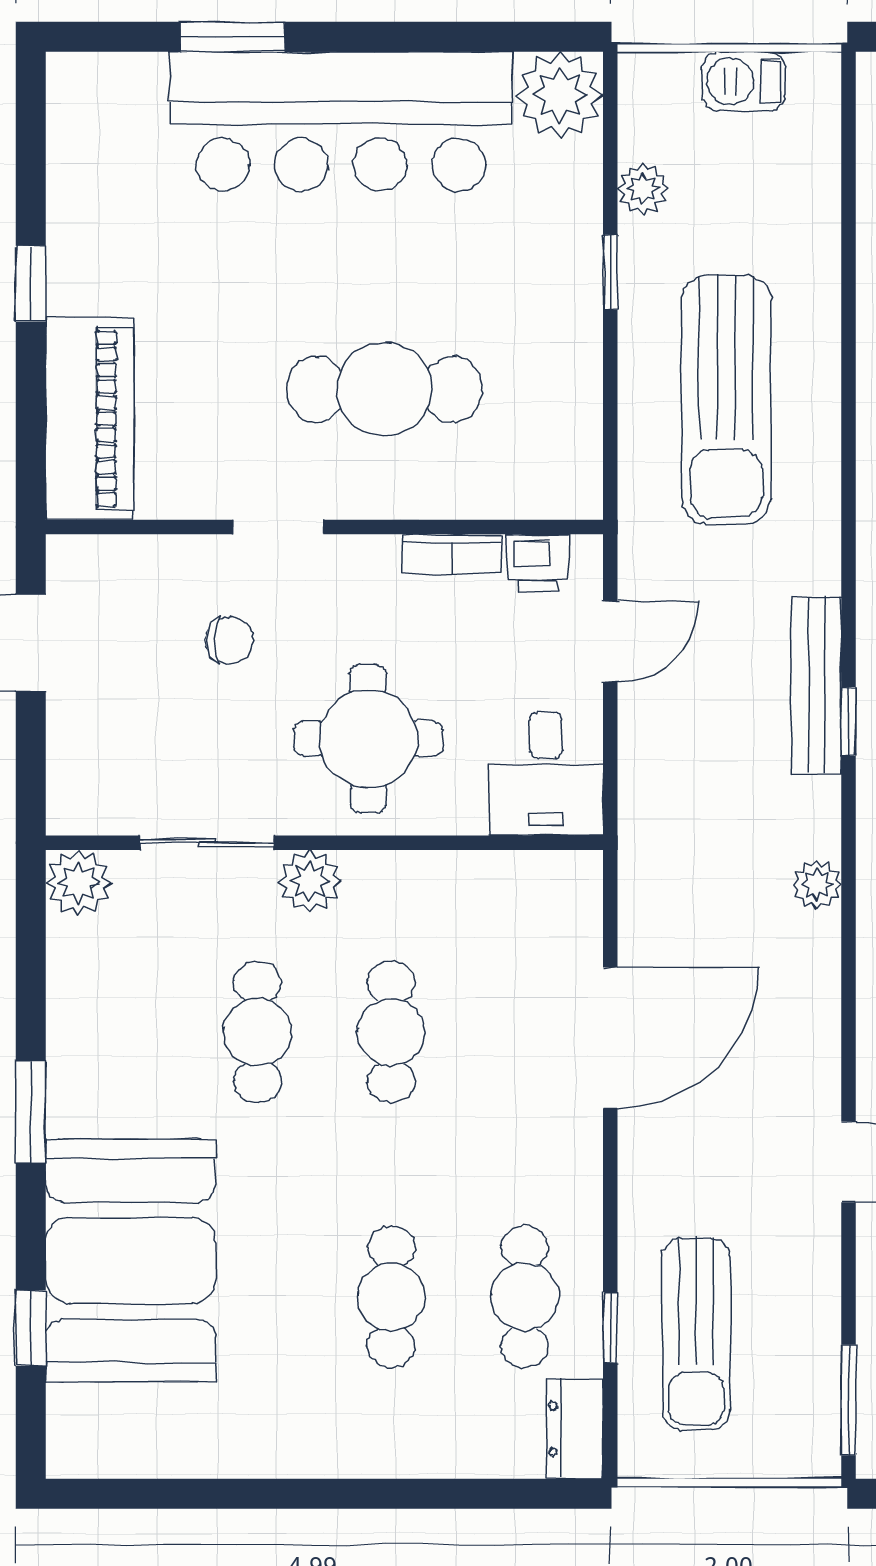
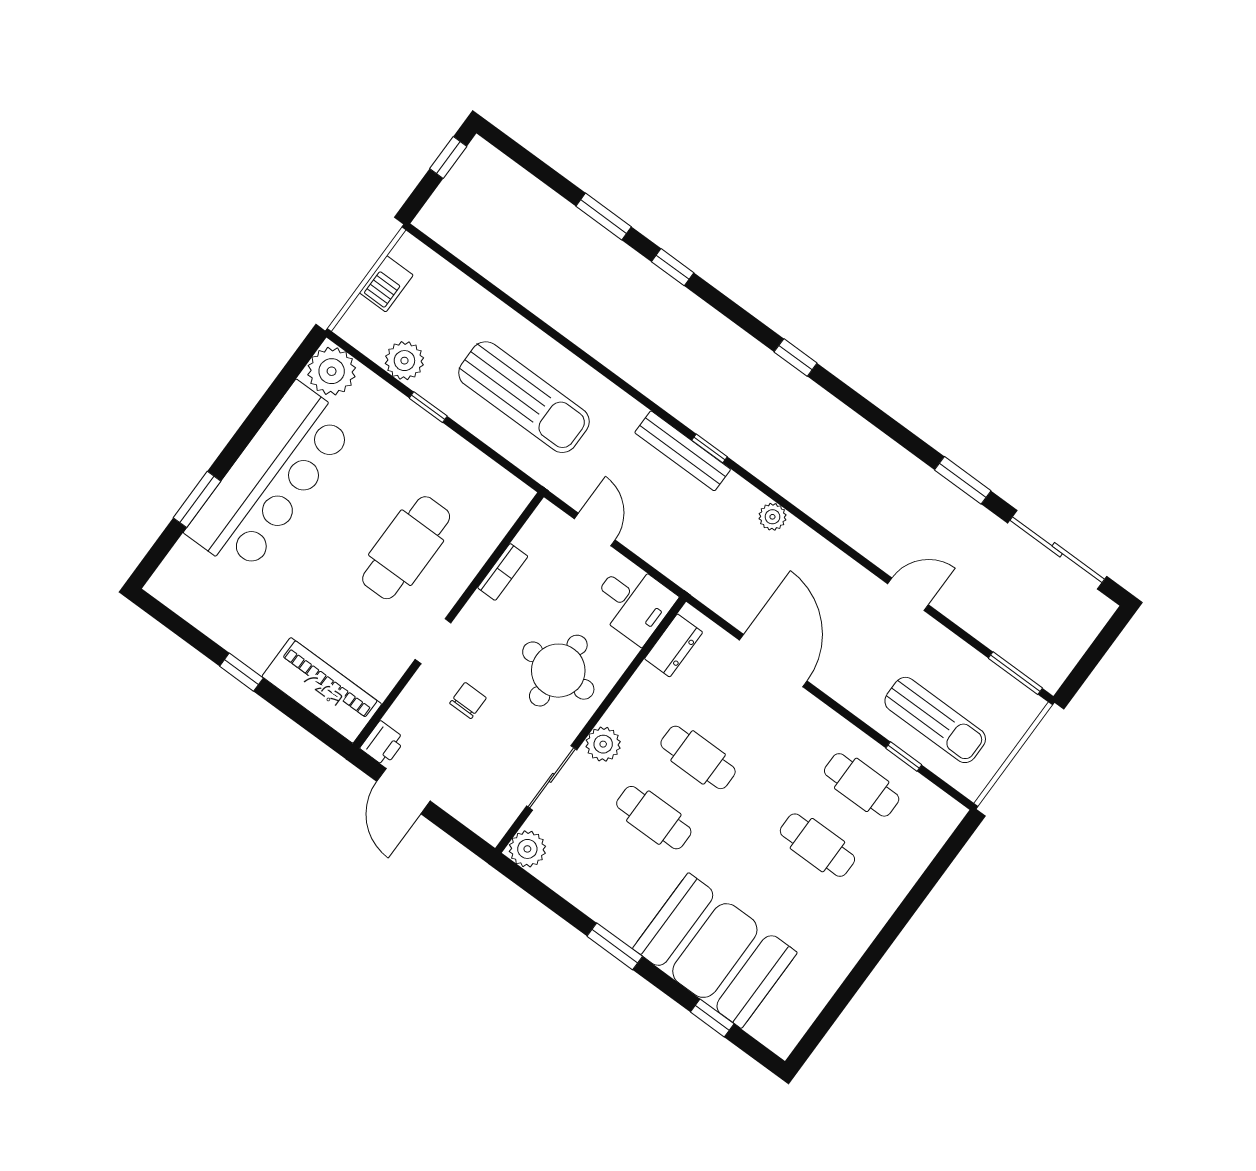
plant: (643, 189) -> (404, 361), width x1.38, depth x1.38
printer: (538, 563) -> (383, 744), moved
dresser: (575, 1429) -> (674, 645), moved, turned -90

